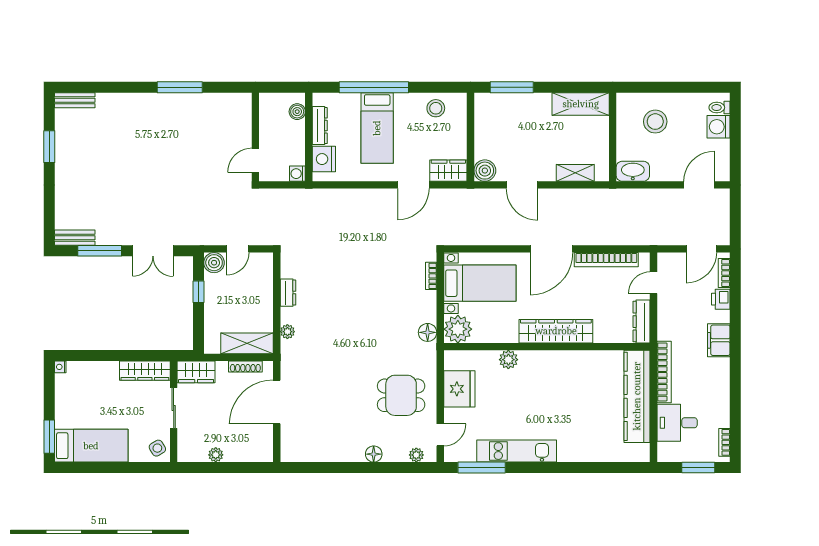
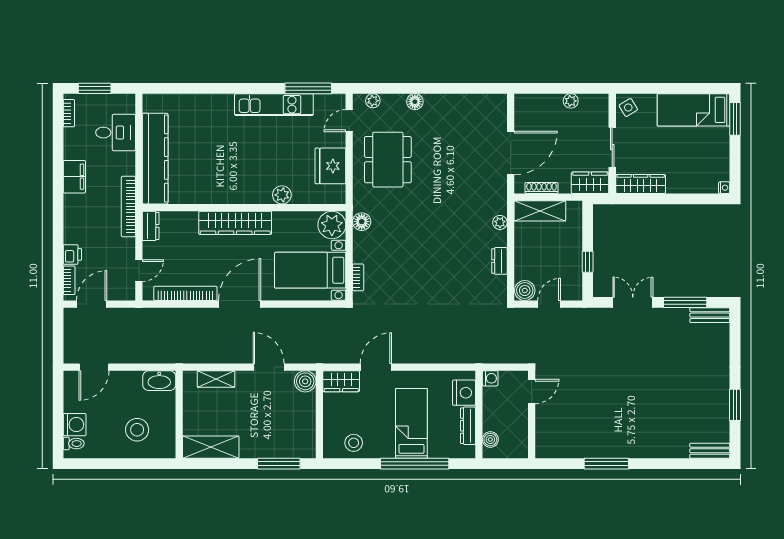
boiler: (214, 263) -> (525, 290), moved
dresser: (642, 322) -> (151, 226), width x0.70
filing cabinet: (719, 340) -> (74, 177), moved
bookcase: (664, 372) -> (128, 206), moved
dining table: (401, 395) -> (388, 160), width x1.37

